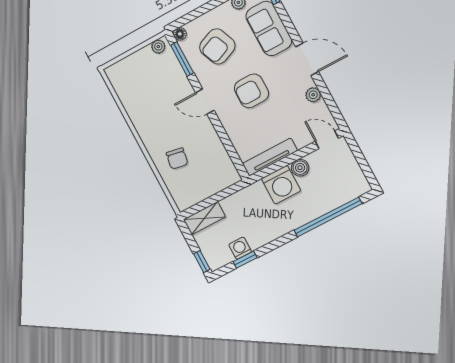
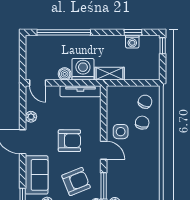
side table: (197, 134) -> (121, 132), added
chair: (187, 185) -> (145, 102), added
shelving: (205, 218) -> (110, 74), moved

